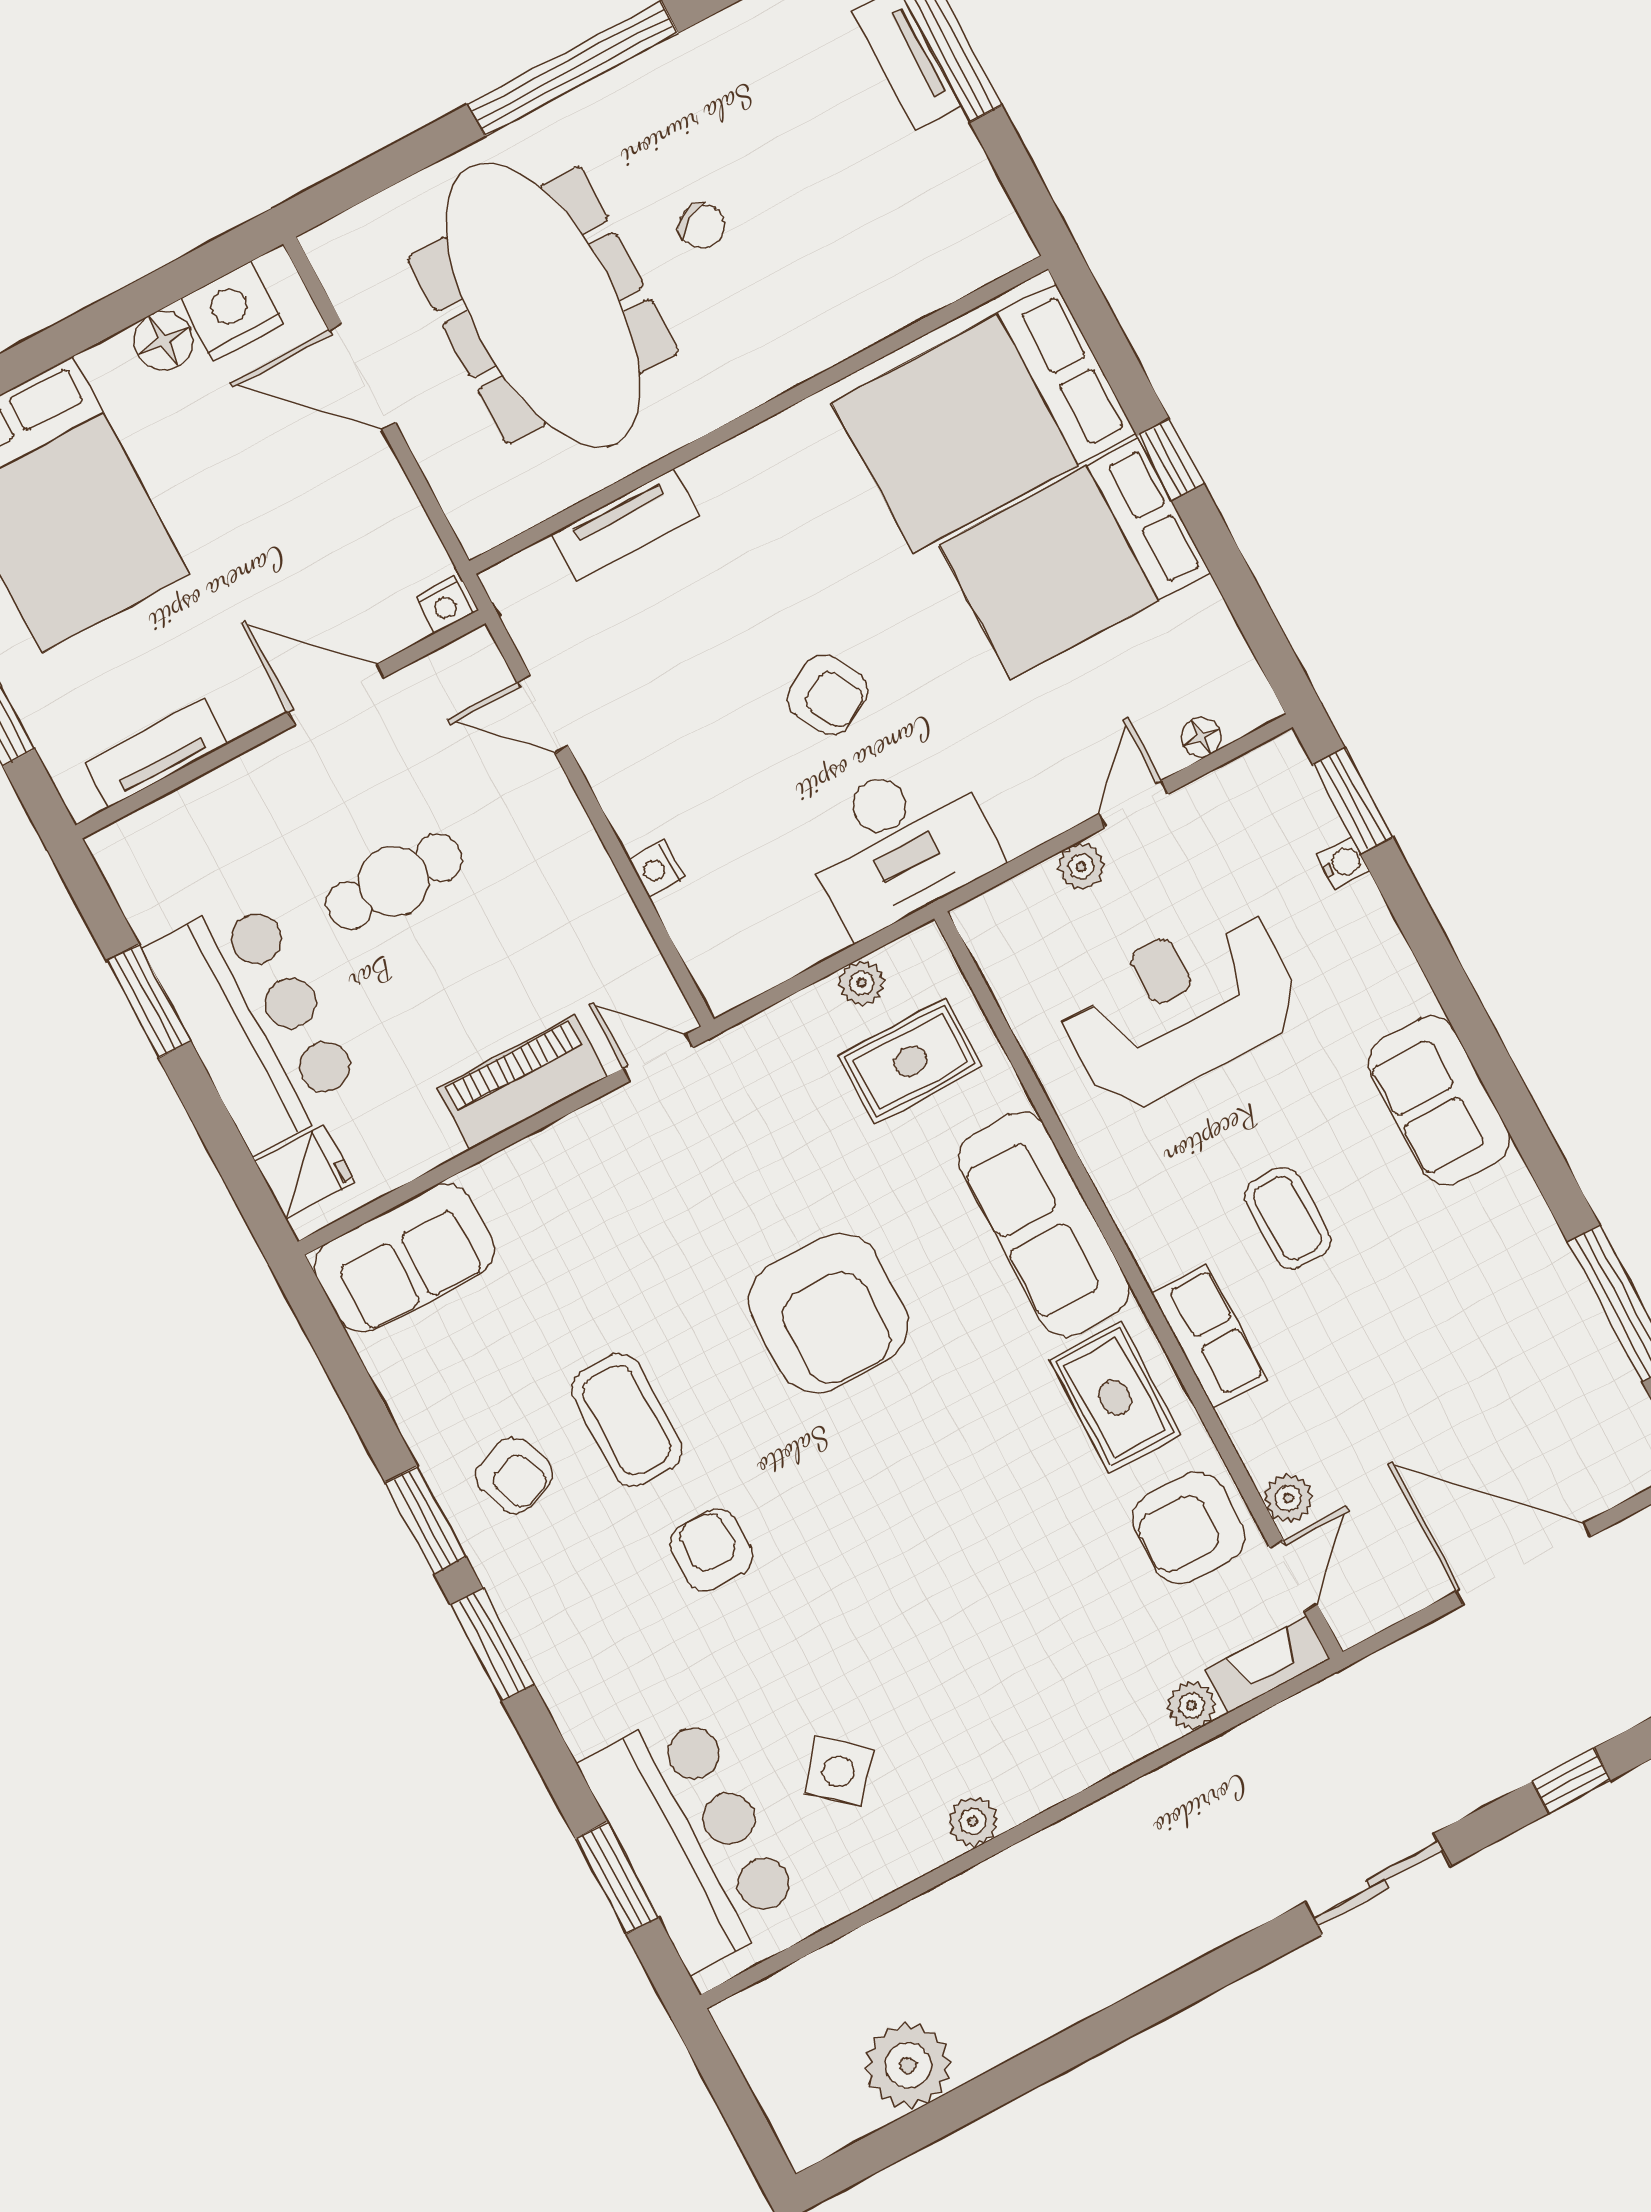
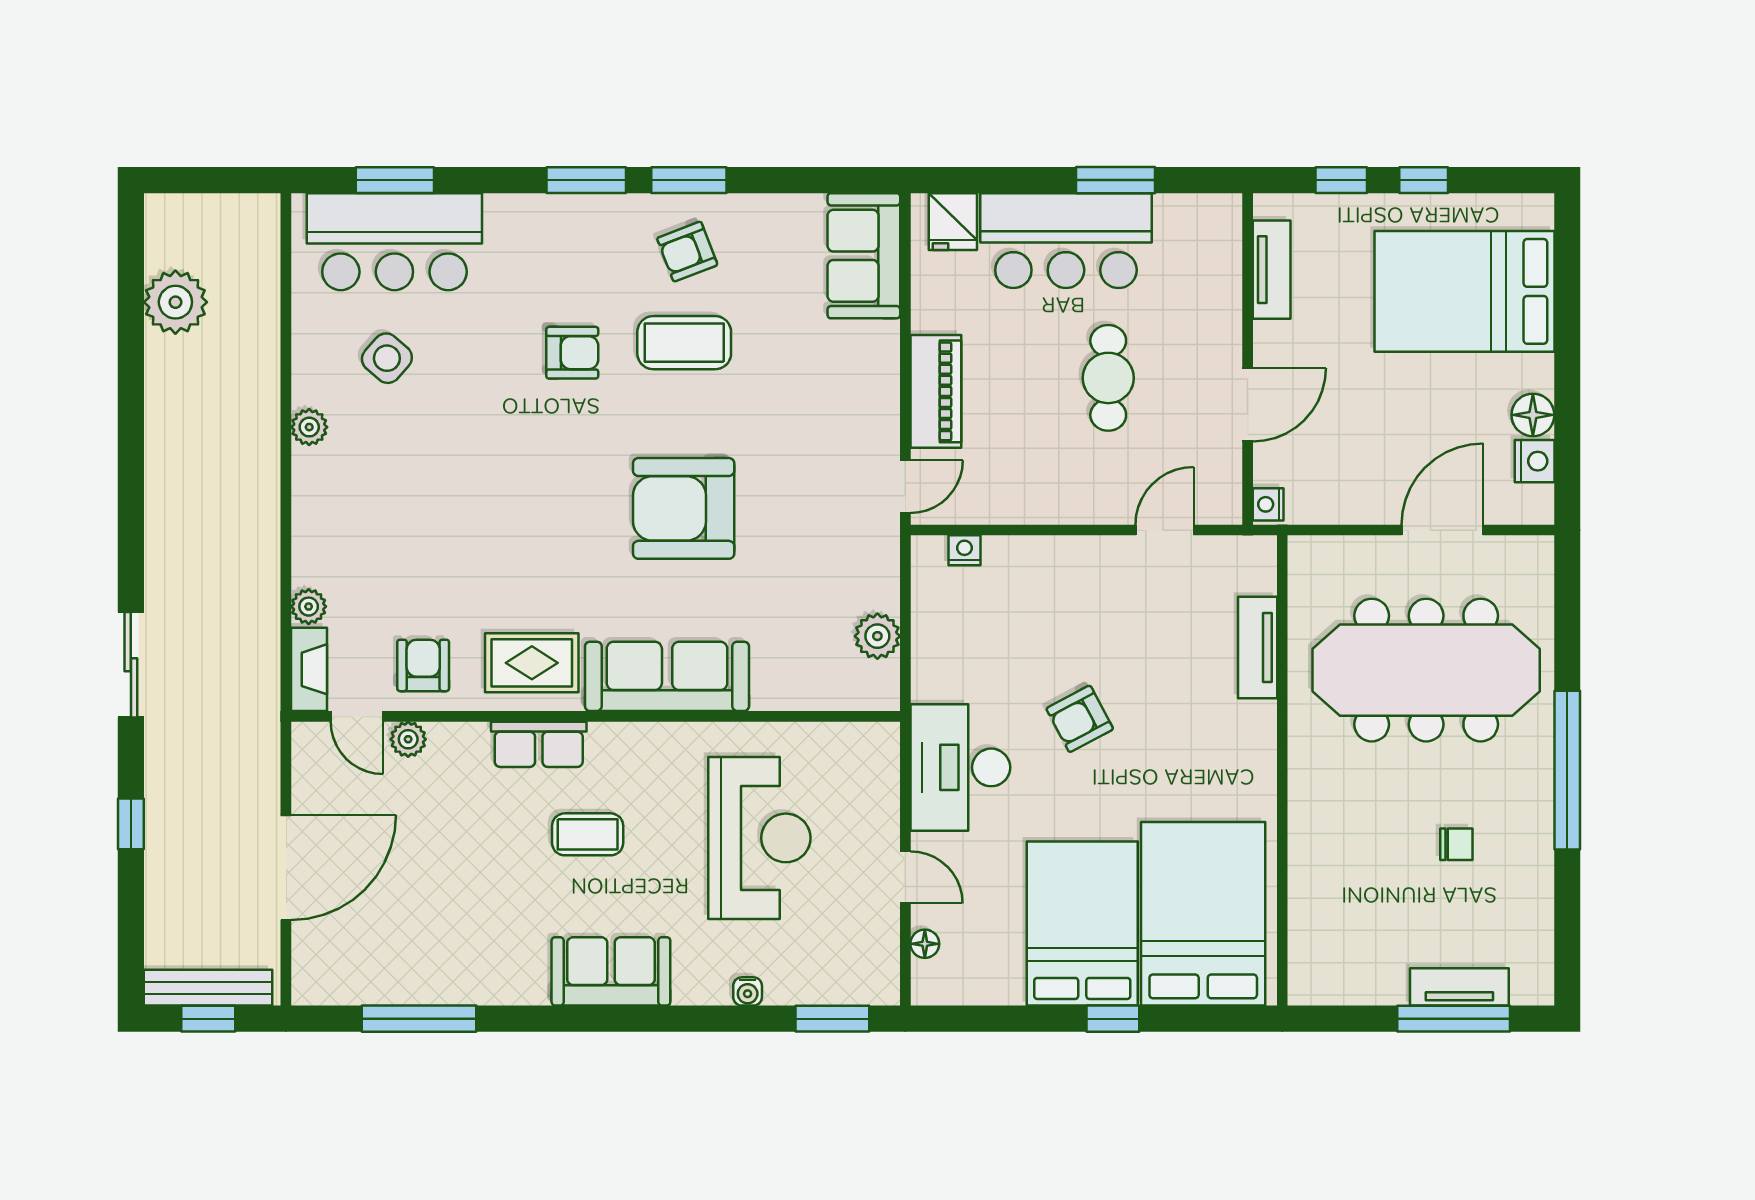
chair: (702, 226) -> (1456, 844), moved, turned -148
nightstand: (232, 312) -> (1535, 461), width x0.74, depth x0.75
desk: (899, 843) -> (960, 767), moved
water cooler: (1343, 863) -> (748, 991), moved
plant: (1081, 867) -> (883, 823), removed
nightstand: (657, 869) -> (964, 550), moved
plant: (862, 983) -> (877, 636), width x1.38, depth x1.38
rug: (911, 1061) -> (817, 647), removed
armchair: (1189, 1528) -> (423, 665), width x0.72, depth x0.72

